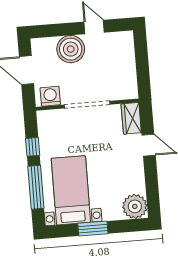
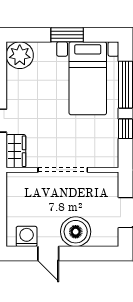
washing machine: (50, 96) -> (27, 236), moved, turned 180

